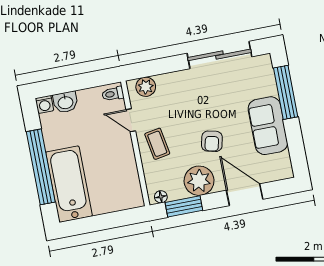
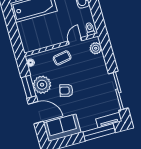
tv unit: (267, 75) -> (109, 120), added
sofa: (268, 126) -> (62, 128), moved
door: (245, 195) -> (36, 113), hinge flipped
window: (184, 206) -> (29, 87), moved

